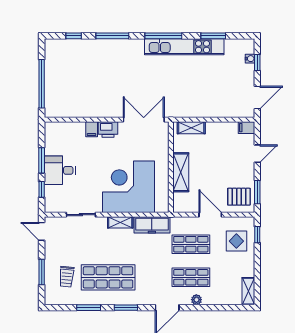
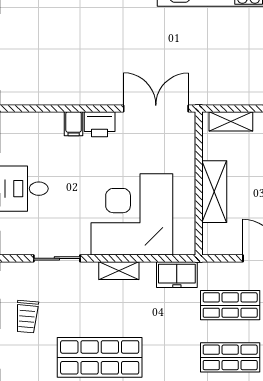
freezer: (152, 225) -> (177, 275), width x0.71
trolley: (67, 277) -> (27, 317), moved

